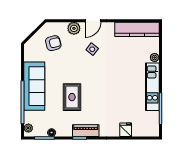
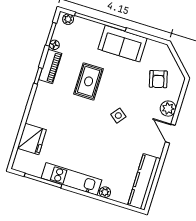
side table: (92, 49) -> (118, 116), moved
sofa: (34, 86) -> (123, 44), width x0.73
rug: (72, 97) -> (89, 81), turned 90
fridge: (126, 130) -> (32, 139), width x1.88, depth x1.34
piano: (86, 131) -> (50, 67), moved

